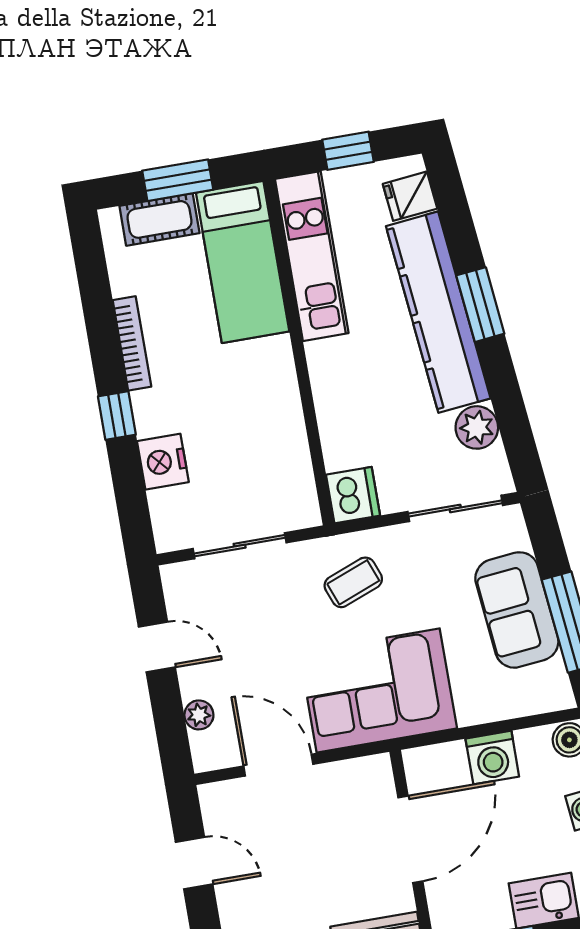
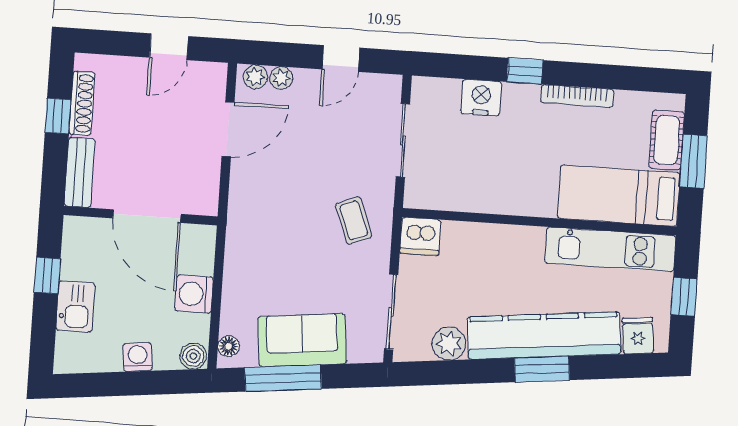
corner sofa: (378, 690) -> (266, 219), removed
floor lamp: (547, 699) -> (228, 346), added
plant: (205, 747) -> (255, 77), added

